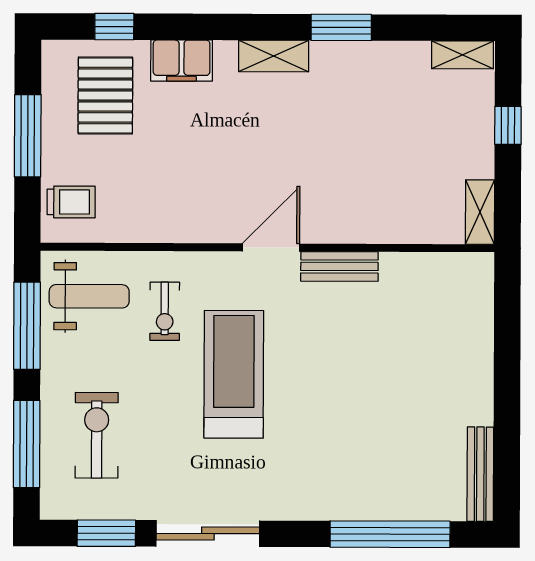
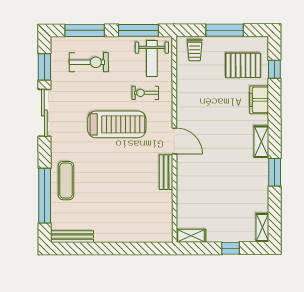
exercise mat: (357, 487) -> (66, 181), added

